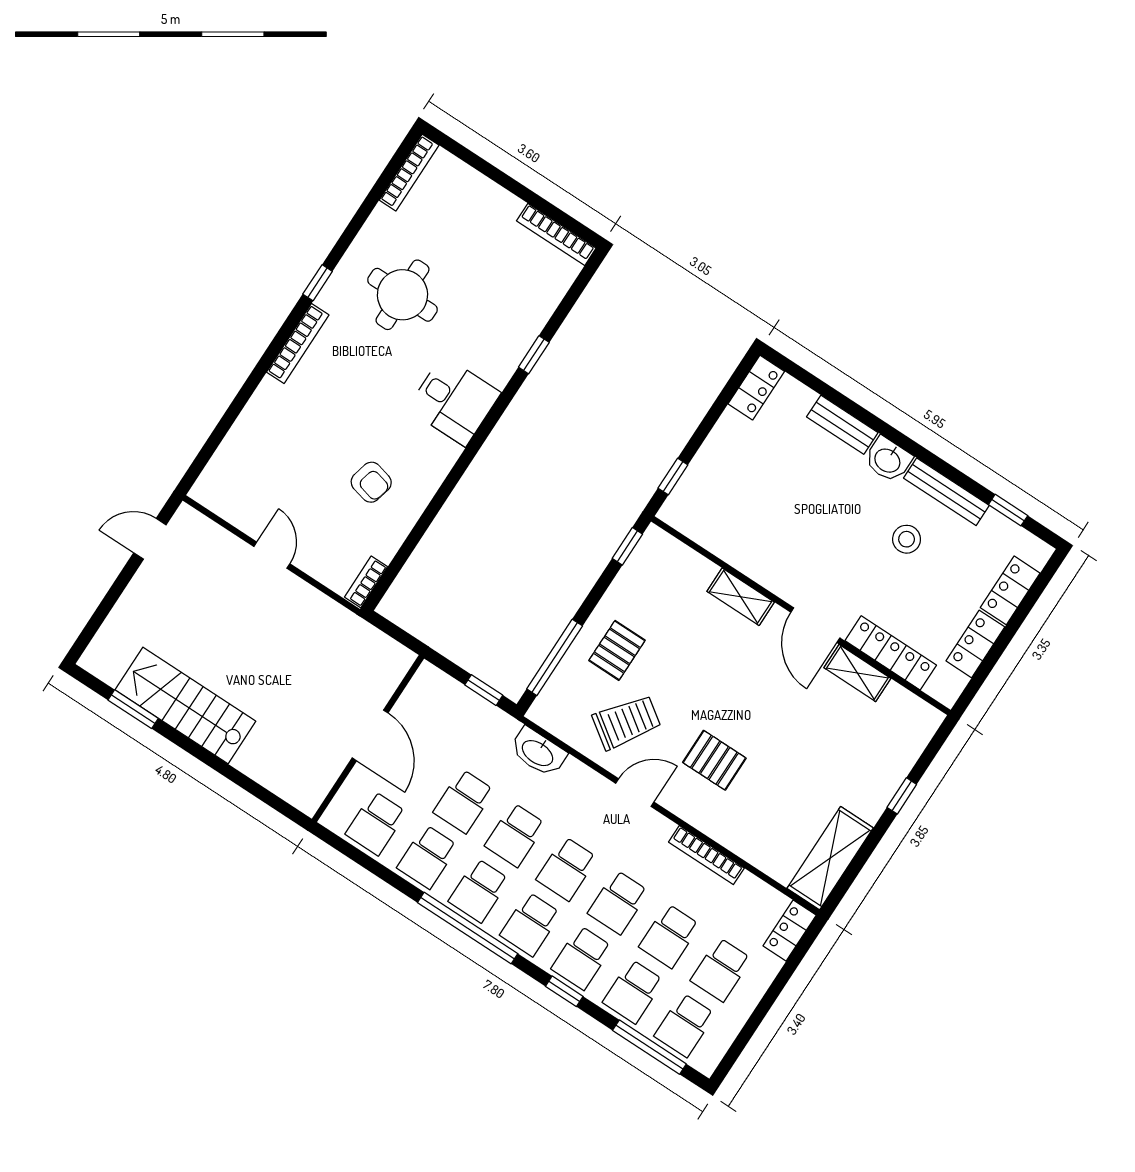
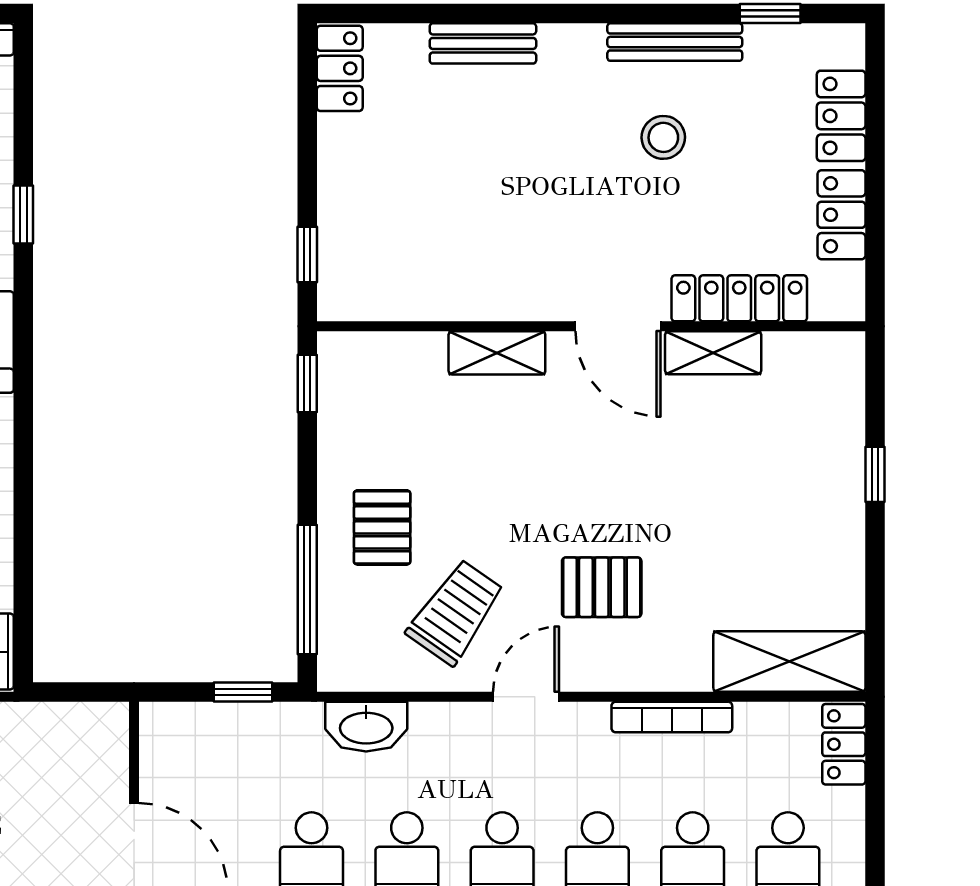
washbasin: (888, 460) -> (572, 50), removed
shelving: (830, 858) -> (789, 662), moved, turned 90

